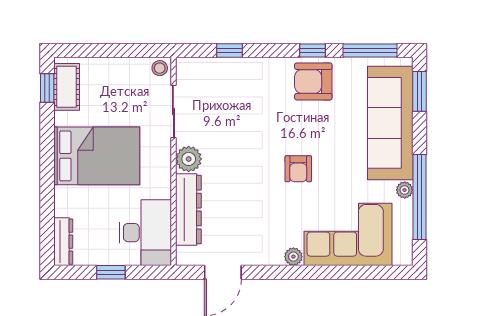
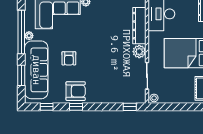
window: (229, 51) -> (130, 107), moved
window: (370, 51) -> (47, 107), width x0.46
window: (420, 91) -> (21, 75), moved
armchair: (298, 169) -> (69, 58), moved, turned 180

